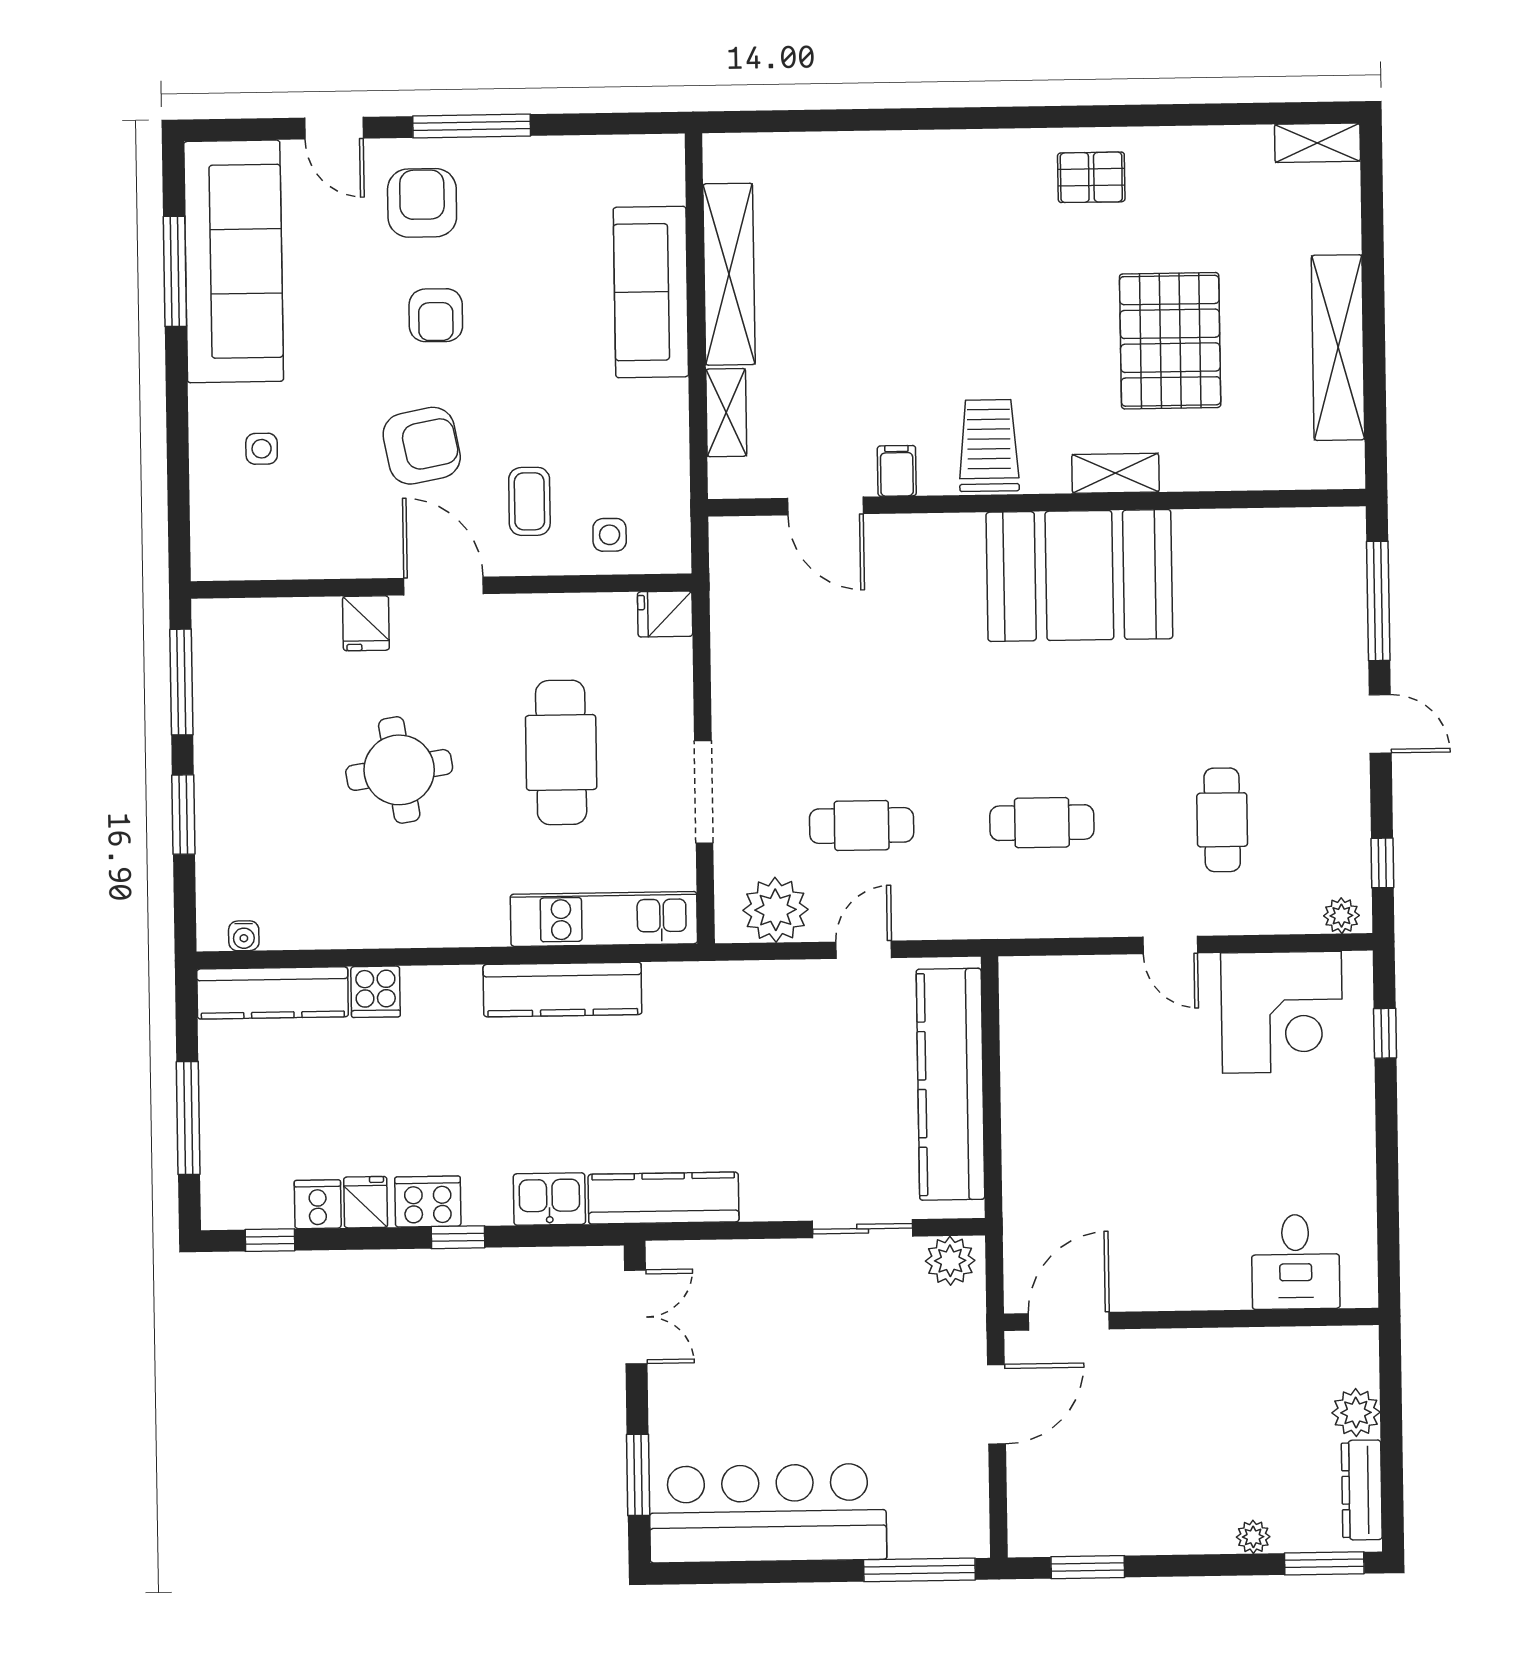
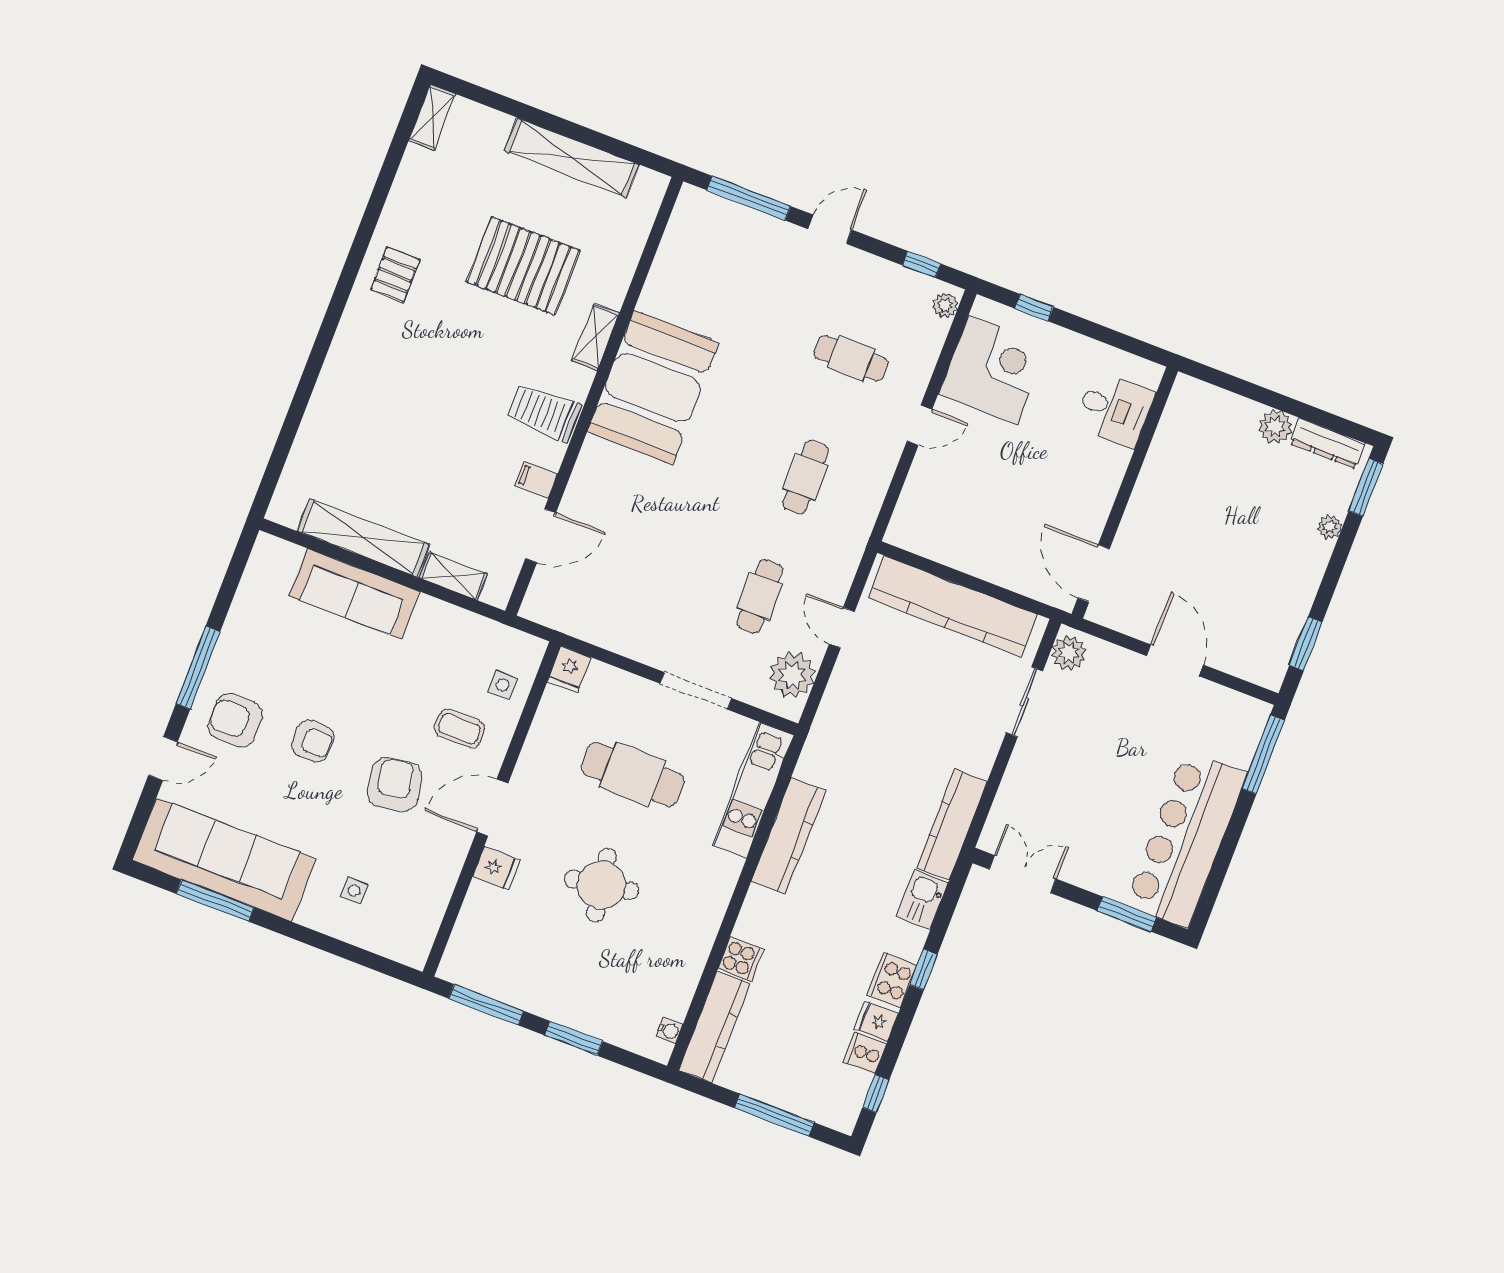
desk: (1296, 1262) -> (1114, 409), moved
wall: (1191, 1319) -> (1125, 493), moved
door: (1069, 1321) -> (1094, 573), moved

